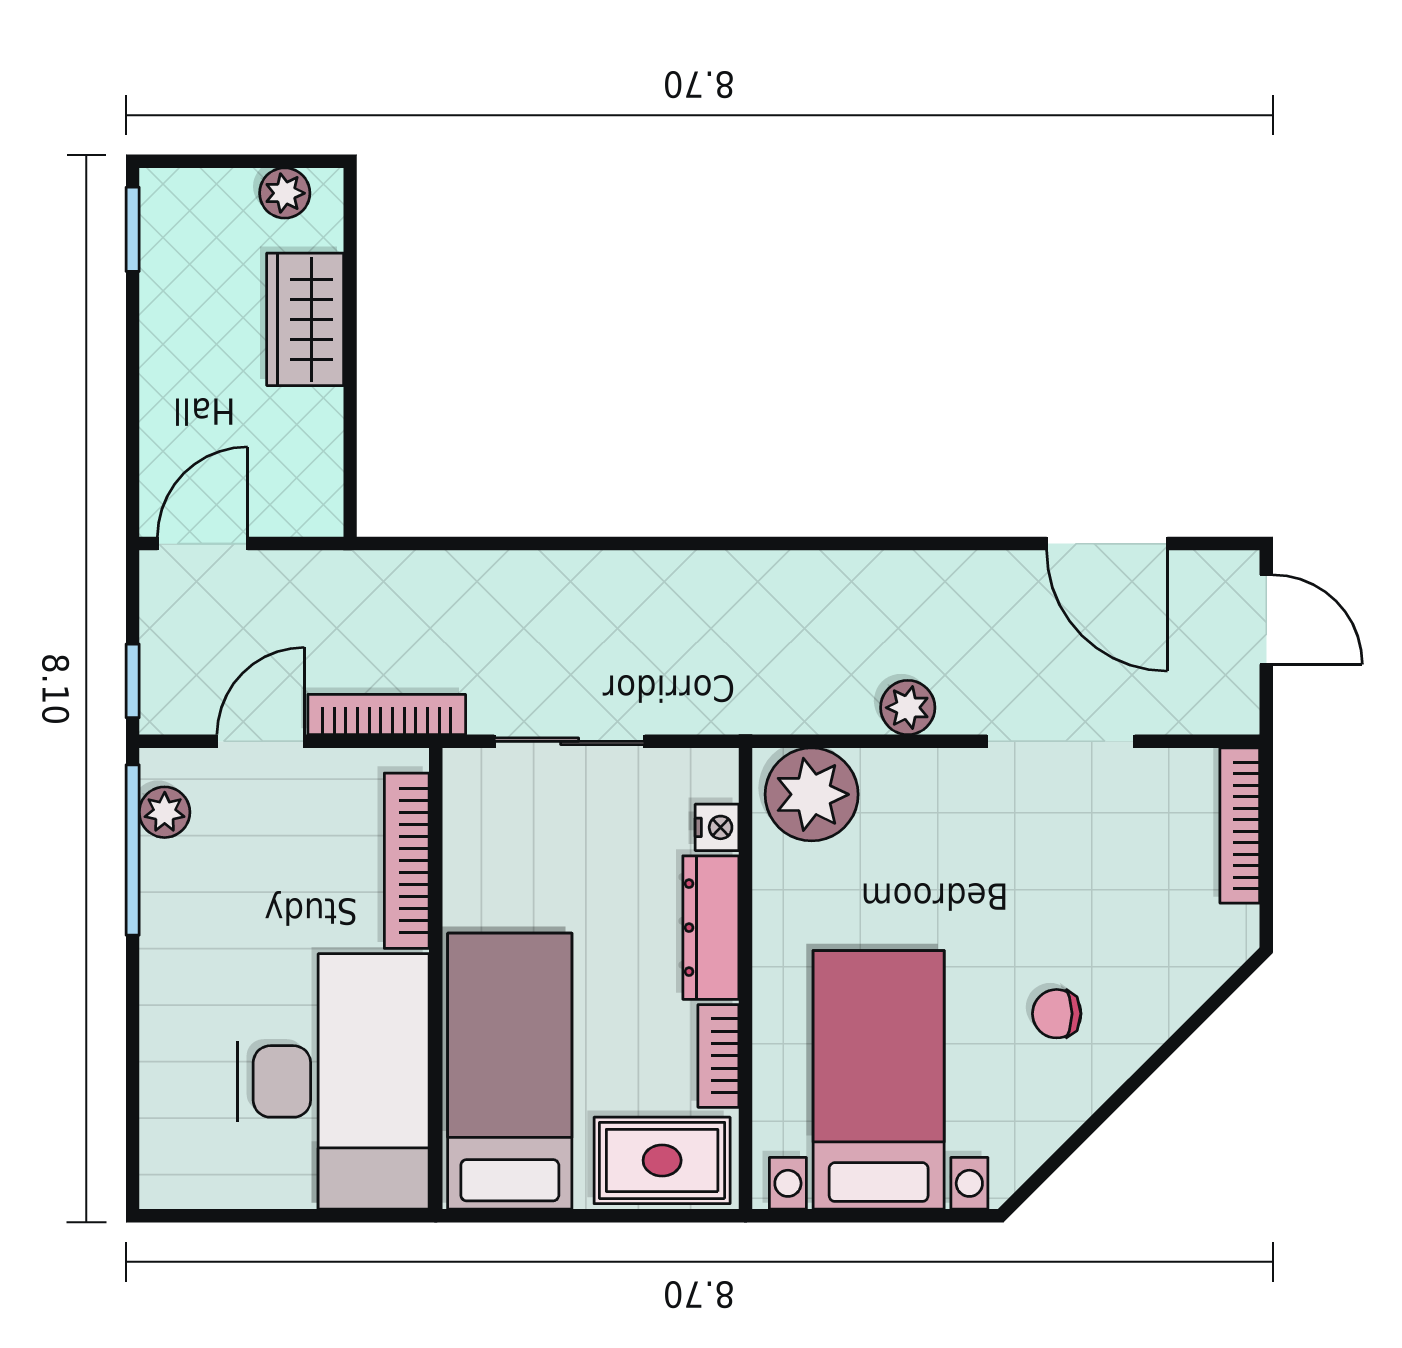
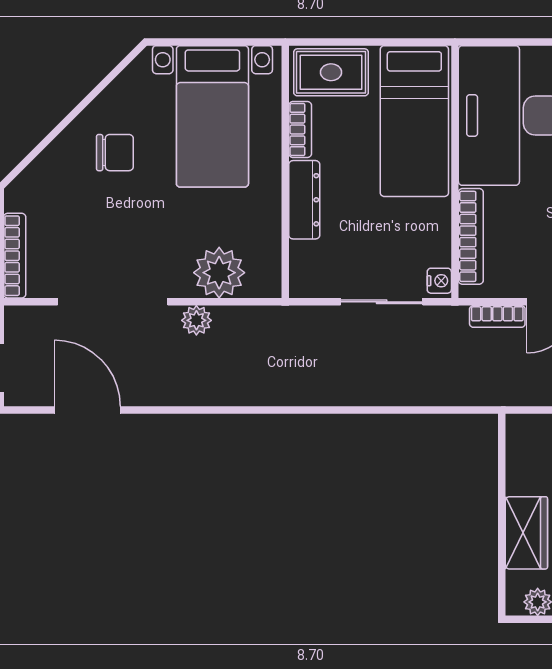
bookcase: (387, 715) -> (497, 316), width x0.64
doorway: (1061, 741) -> (113, 302), width x1.36
plant: (812, 794) -> (219, 273), moved
nightstand: (717, 827) -> (439, 281), moved, turned 180
chair: (1057, 1014) -> (115, 153), width x1.37, depth x1.37

